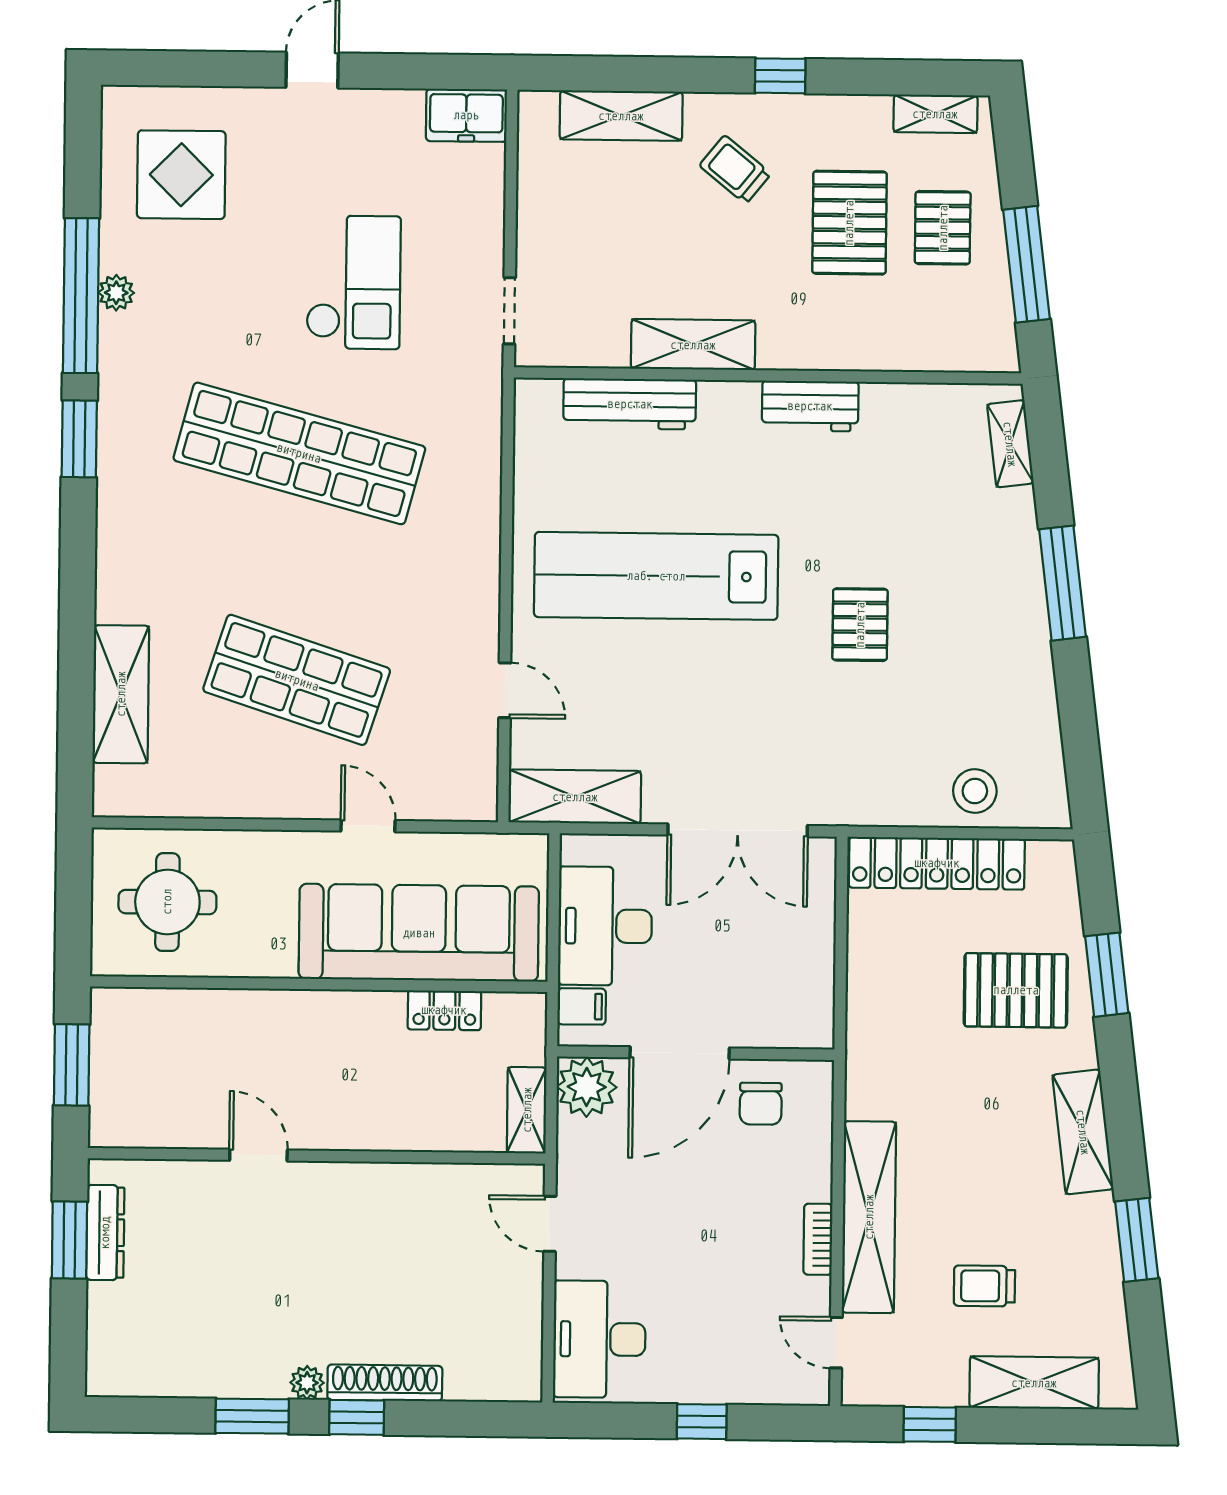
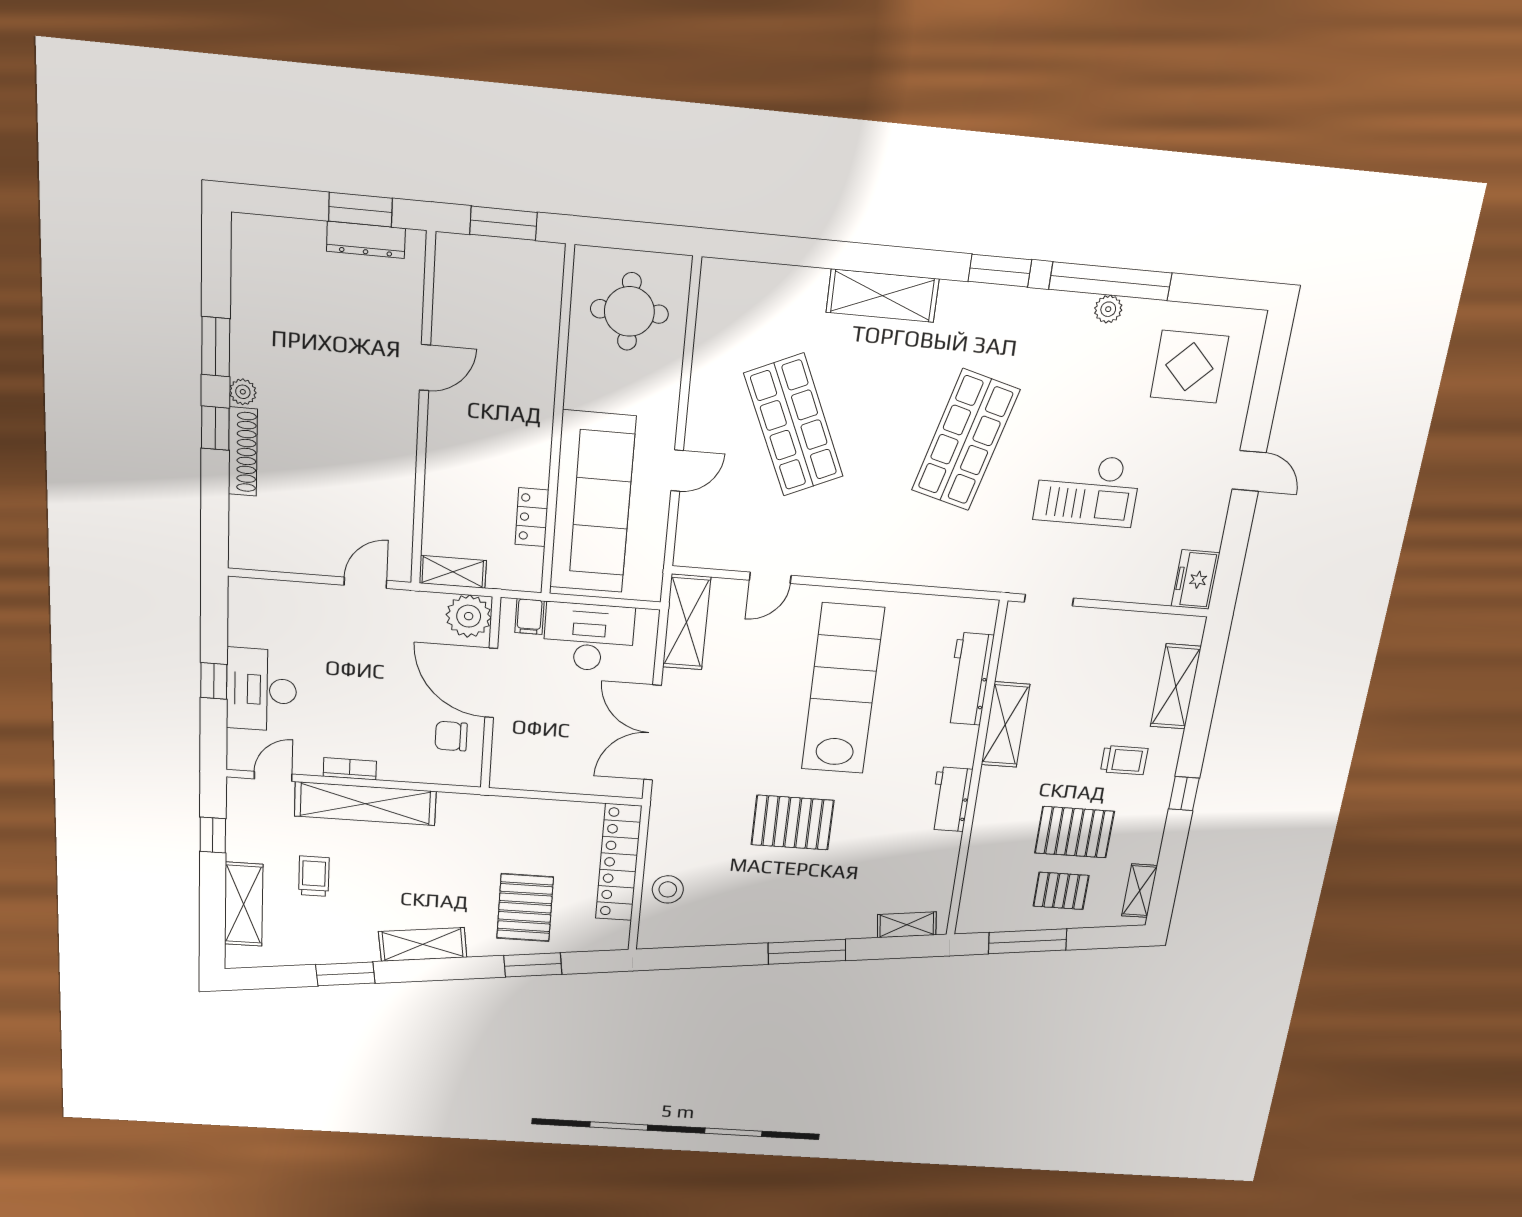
trolley: (735, 170) -> (1124, 760), turned 51
shop shelf: (299, 453) -> (965, 440), width x0.71
pallet: (860, 625) -> (792, 823), width x1.50, depth x1.42
shop shelf: (297, 680) -> (794, 425), turned -42
shelving: (121, 694) -> (883, 296), moved
desk: (599, 1339) -> (261, 690), moved, turned -90

